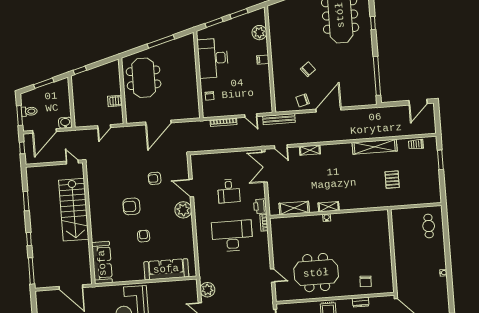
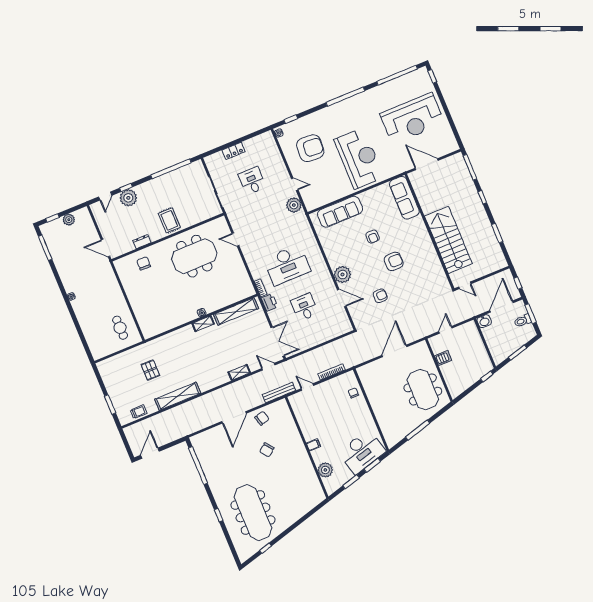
desk: (213, 58) -> (362, 452), moved, turned 75
shelving: (294, 208) -> (236, 312), width x1.47
cafe table: (429, 226) -> (120, 328), moved

